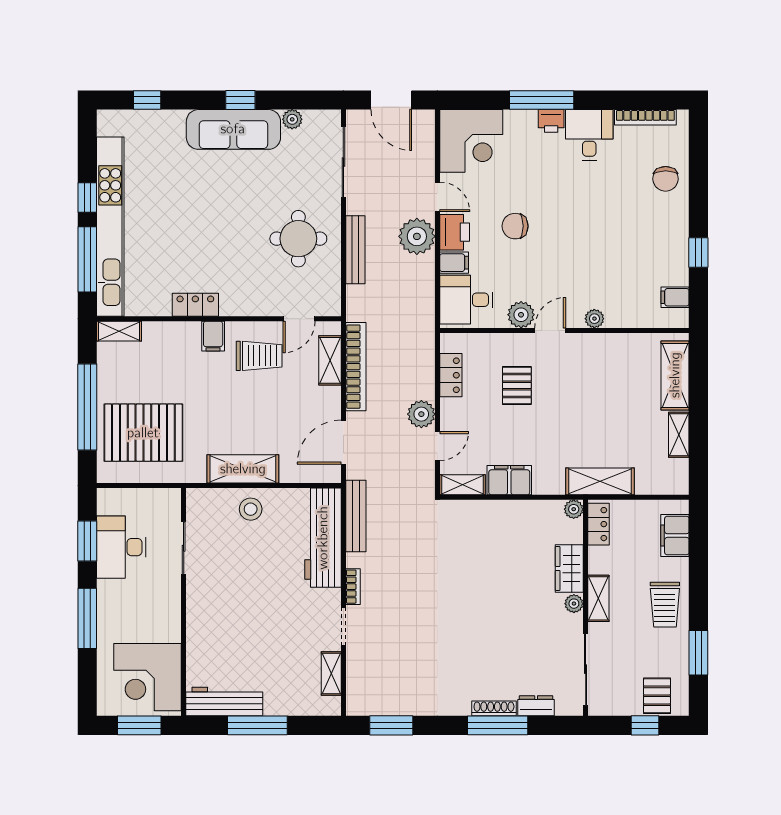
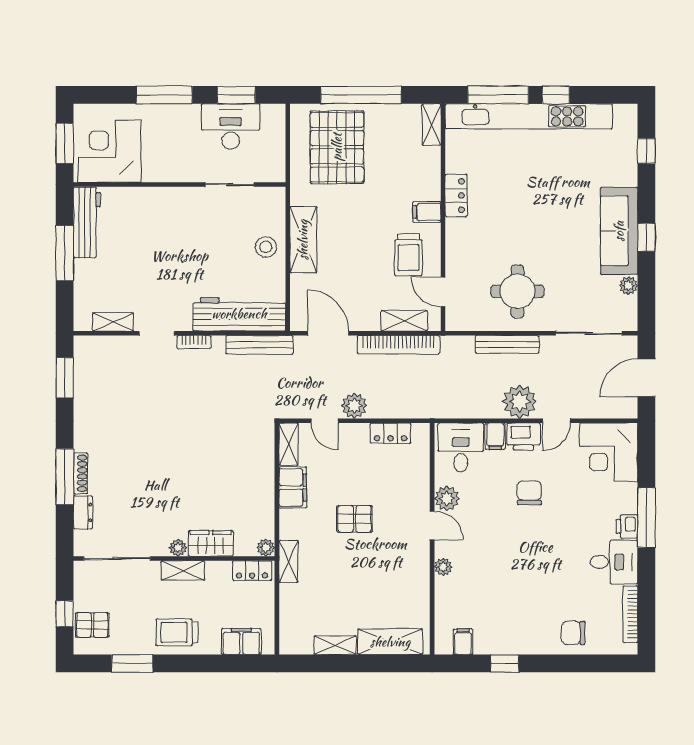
pallet: (517, 385) -> (355, 519), moved
shelving: (600, 481) -> (289, 561), width x0.67, depth x0.75

